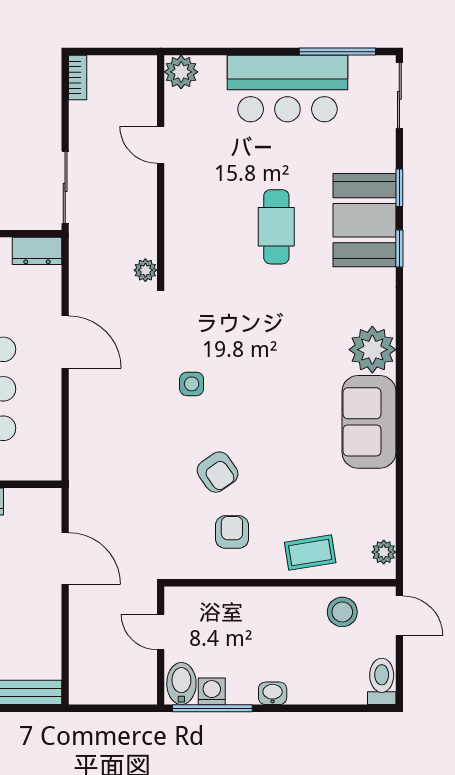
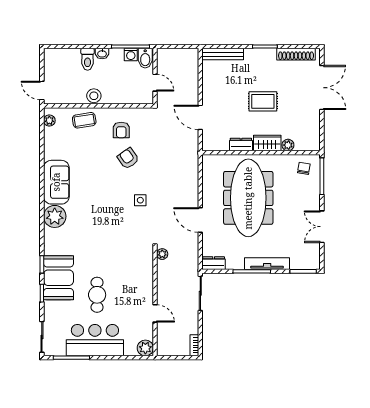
cafe table: (276, 227) -> (97, 295), moved
stool: (342, 612) -> (94, 96), moved
toilet: (382, 681) -> (88, 59), moved

